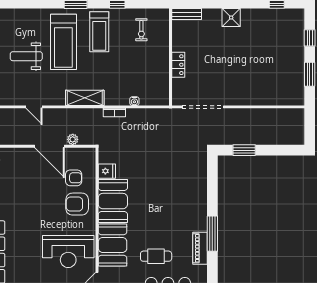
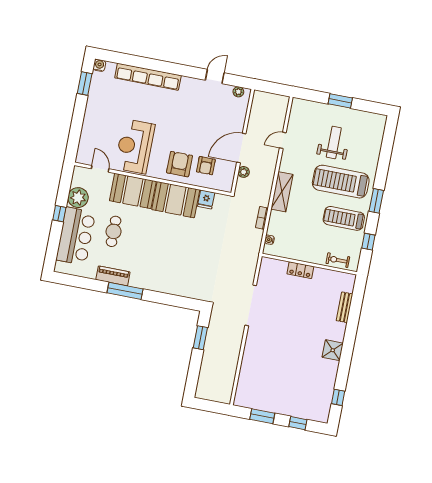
wall: (170, 57) -> (309, 264), moved
locker: (178, 65) -> (300, 270), moved

